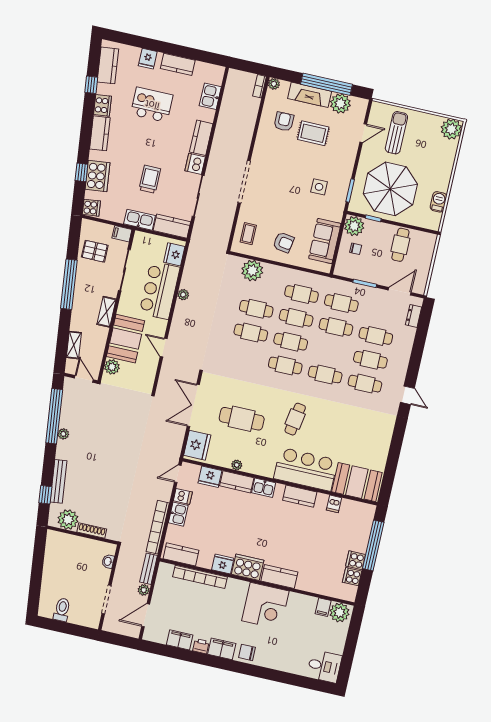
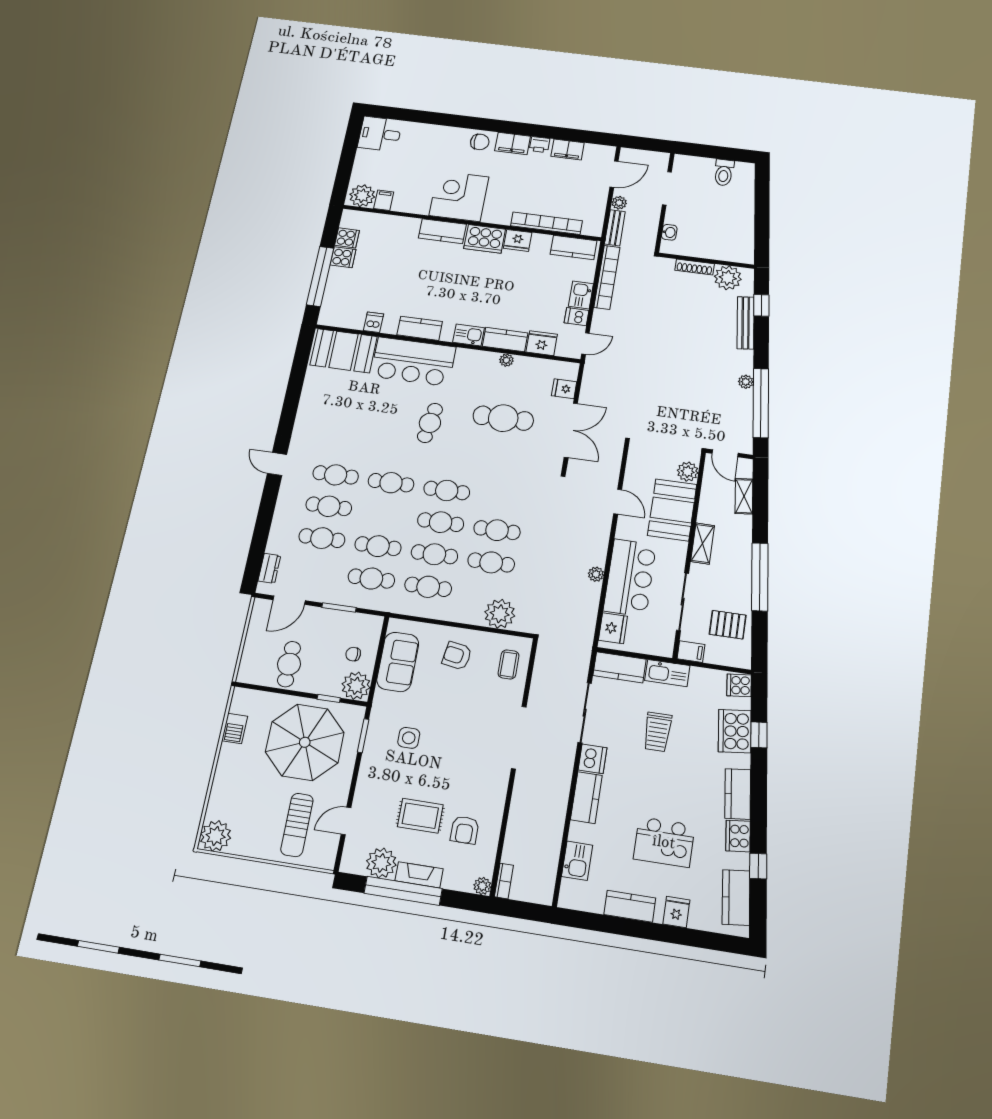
fireplace: (310, 95) -> (419, 875), width x0.73, depth x0.76
fridge: (197, 445) -> (564, 389), width x0.53, depth x0.75

